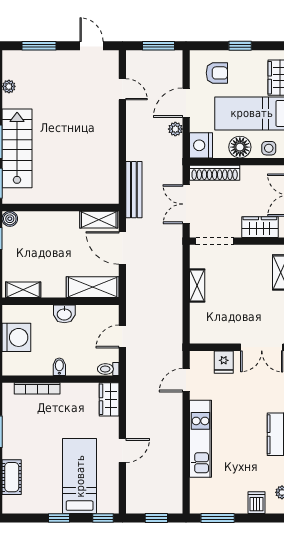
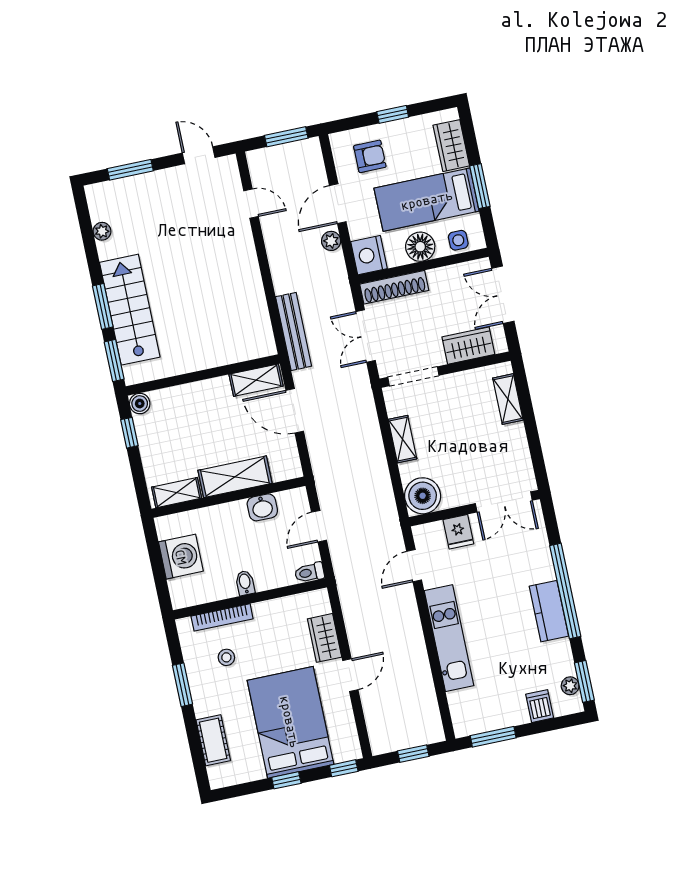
shelving: (93, 287) -> (235, 477), moved
washbasin: (64, 314) -> (262, 507), moved
boiler: (203, 330) -> (423, 496), added
wardrobe: (109, 399) -> (325, 638), moved
stool: (34, 418) -> (226, 657), added
bed: (80, 476) -> (290, 722), width x1.50

